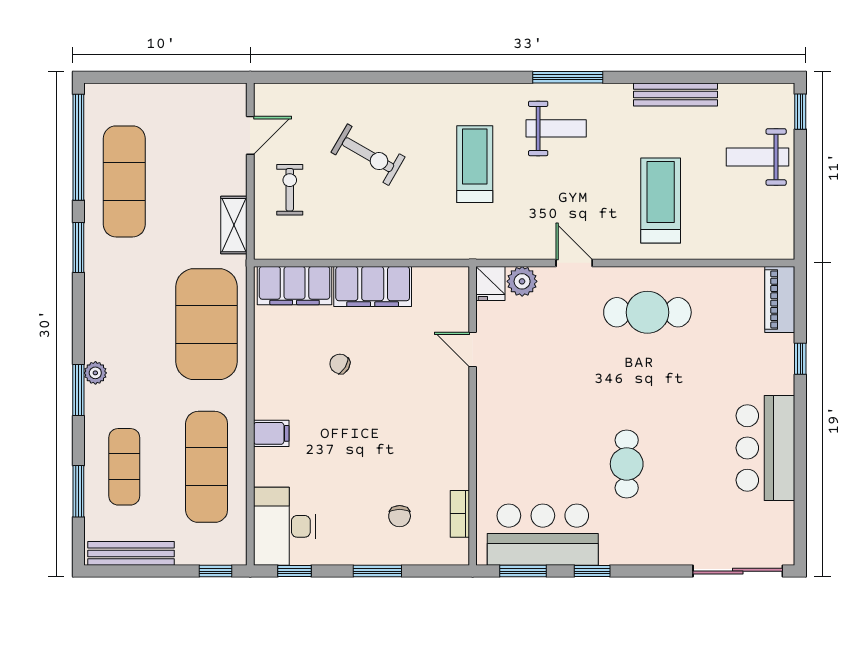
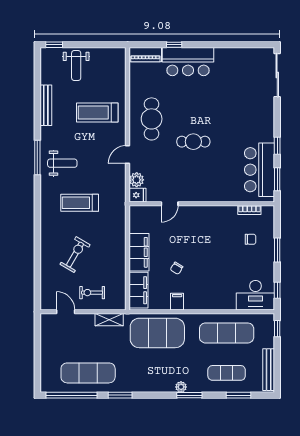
weight bench: (556, 128) -> (62, 163), turned 90
filing cabinet: (271, 433) -> (177, 302), moved
bar counter: (765, 448) -> (188, 62), moved
cafe table: (627, 464) -> (193, 142), moved

